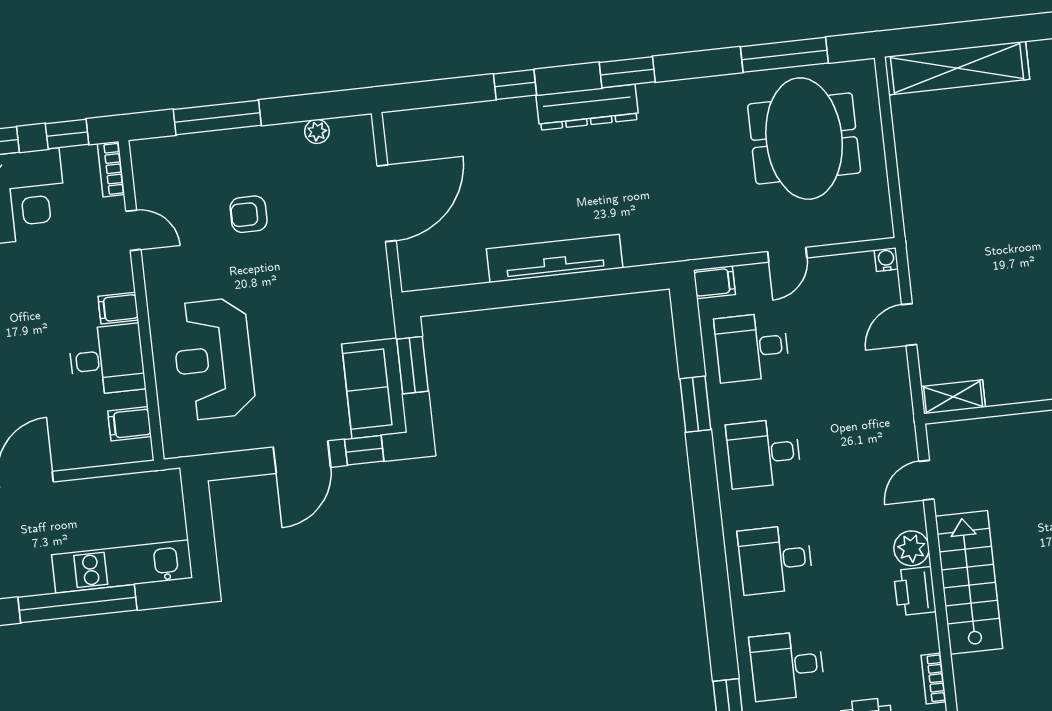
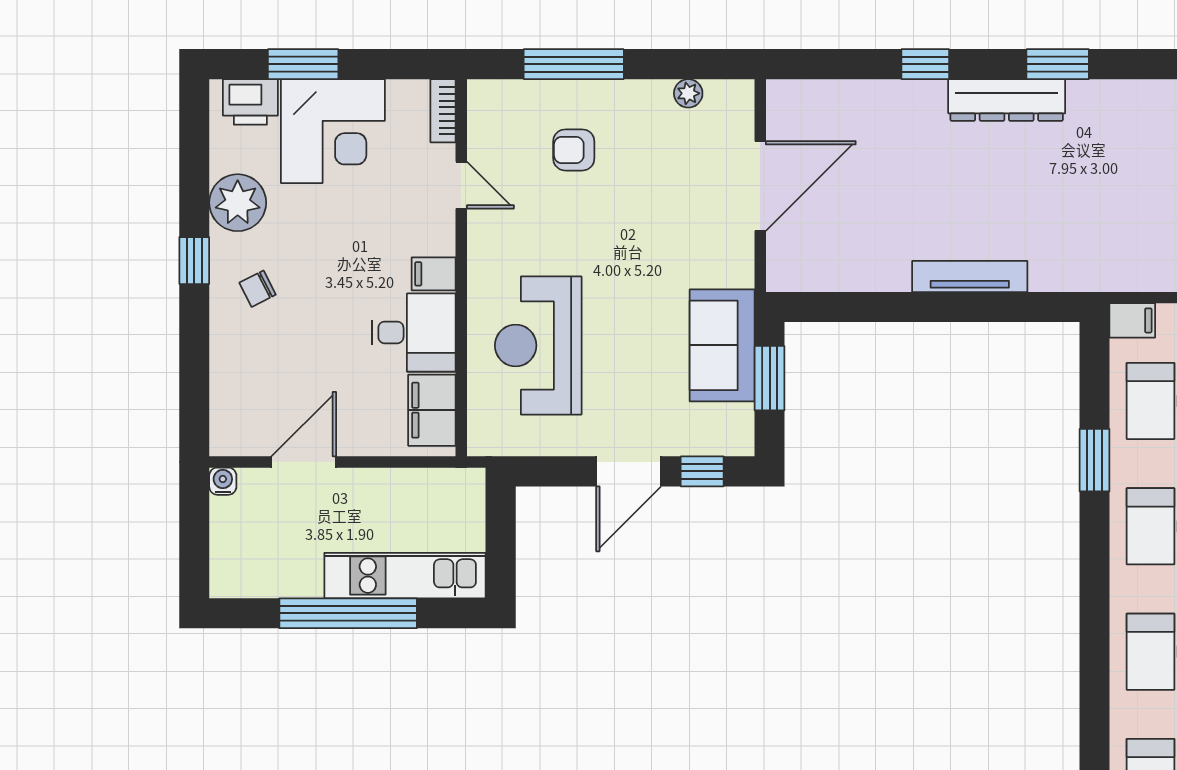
window: (67, 134) -> (396, 64), removed
armchair: (249, 214) -> (574, 150), moved
tv unit: (555, 258) -> (970, 276), width x0.73, depth x0.78
sofa: (374, 388) -> (722, 345), moved
filing cabinet: (130, 424) -> (432, 410), width x2.00

